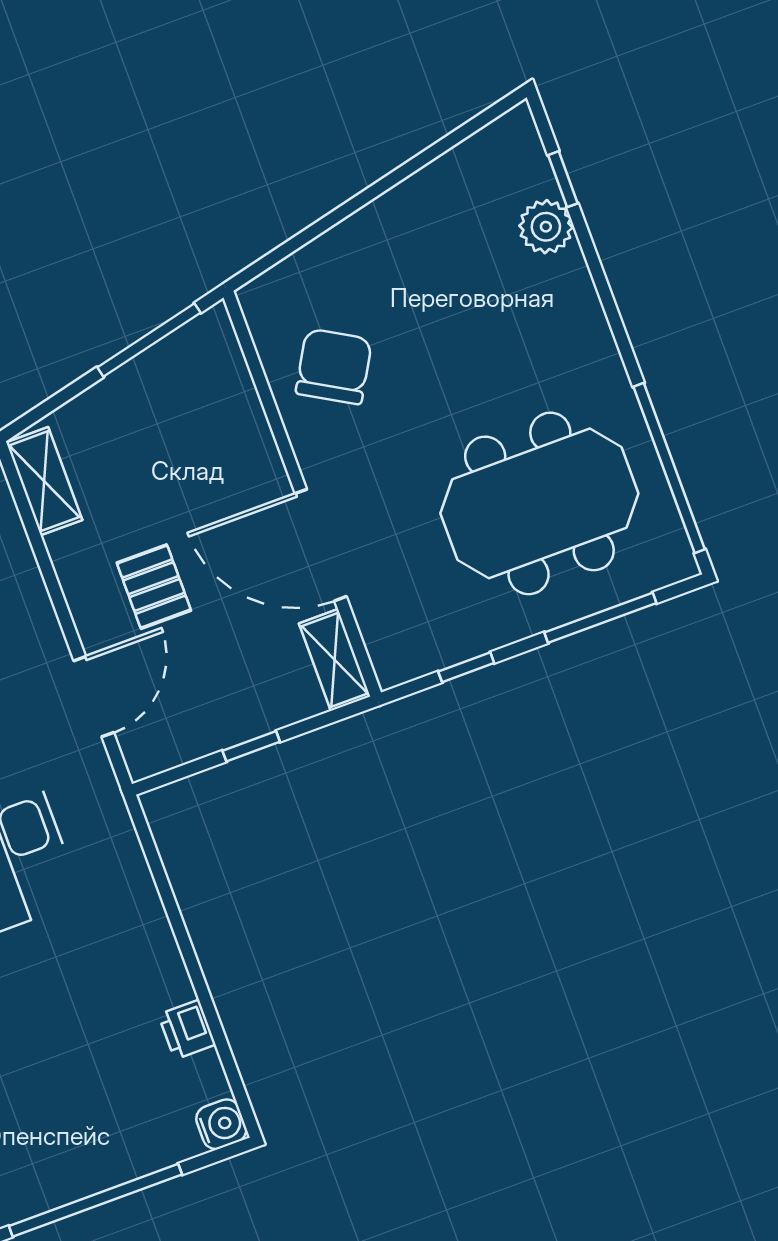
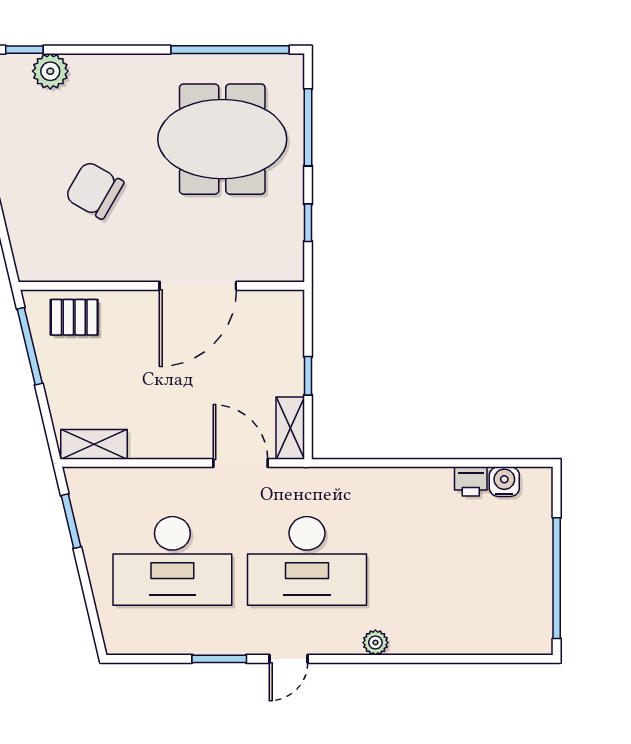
chair: (334, 366) -> (94, 190), moved
meeting table: (539, 503) -> (222, 139), turned 90
pallet: (154, 587) -> (74, 317), moved
shelving: (335, 660) -> (290, 428), moved, turned 90
water cooler: (221, 1124) -> (504, 482), moved

